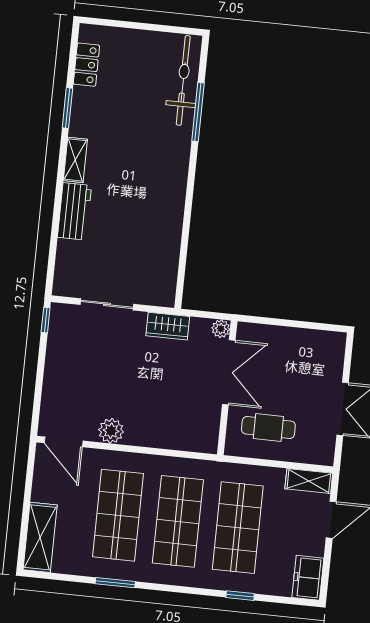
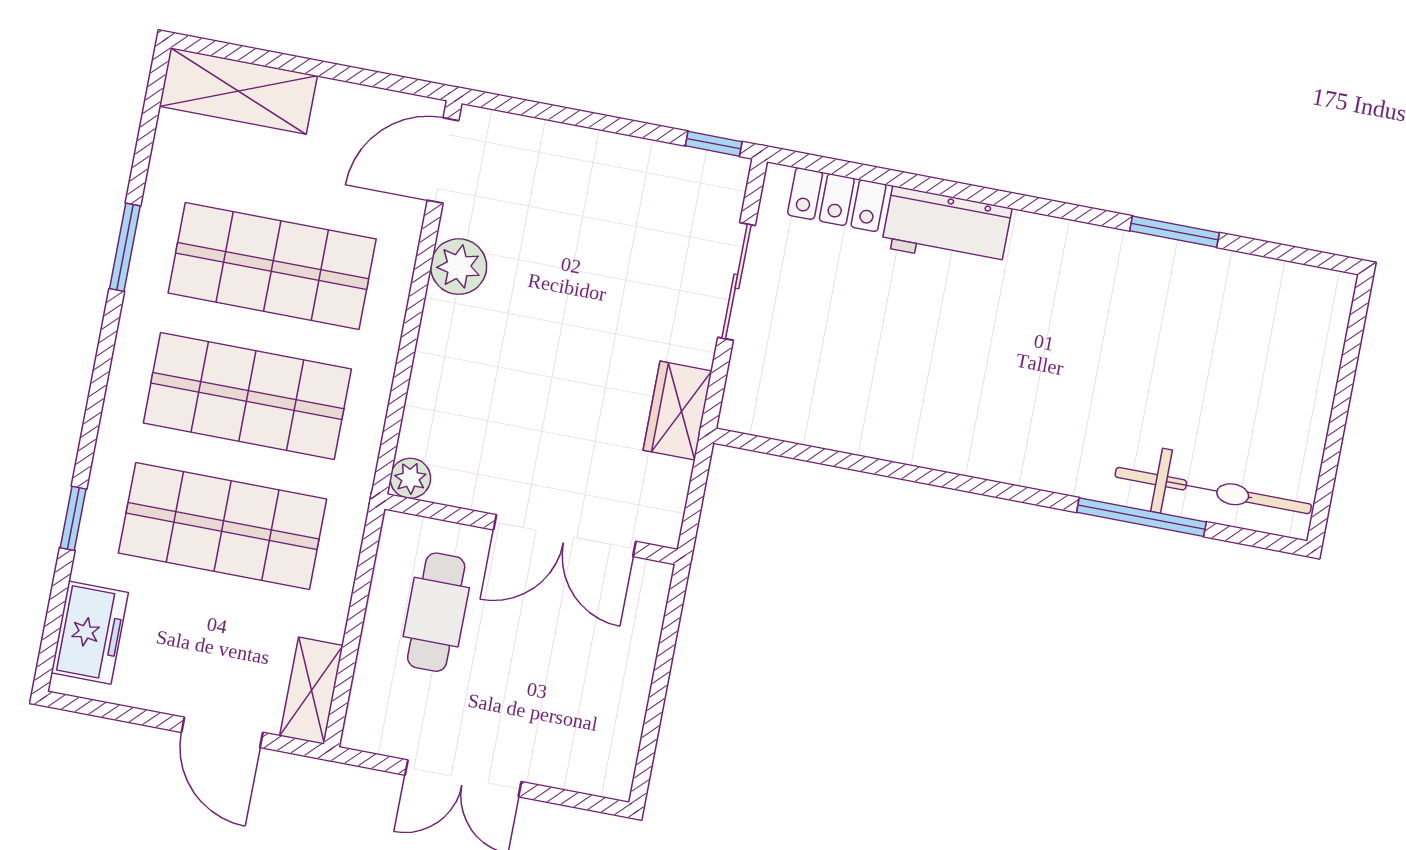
locker: (86, 65) -> (837, 200), moved
shelving: (75, 160) -> (1059, 239), removed
plant: (221, 329) -> (410, 478), moved
freezer: (308, 578) -> (90, 633), moved, turned 90

